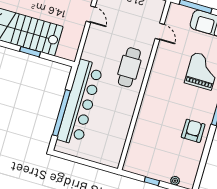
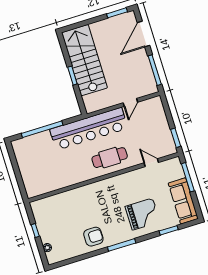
door: (160, 31) -> (151, 163), swing flipped
bar counter: (80, 103) -> (89, 129), moved

